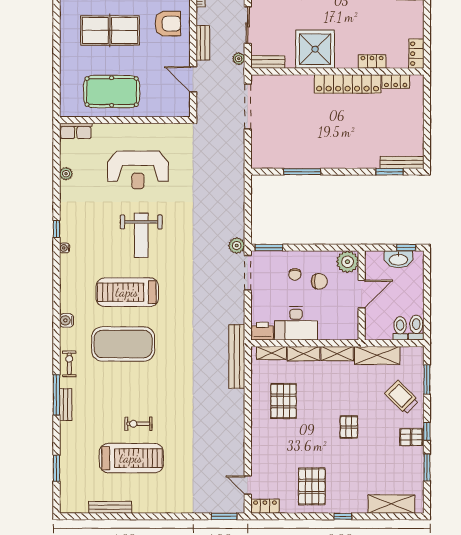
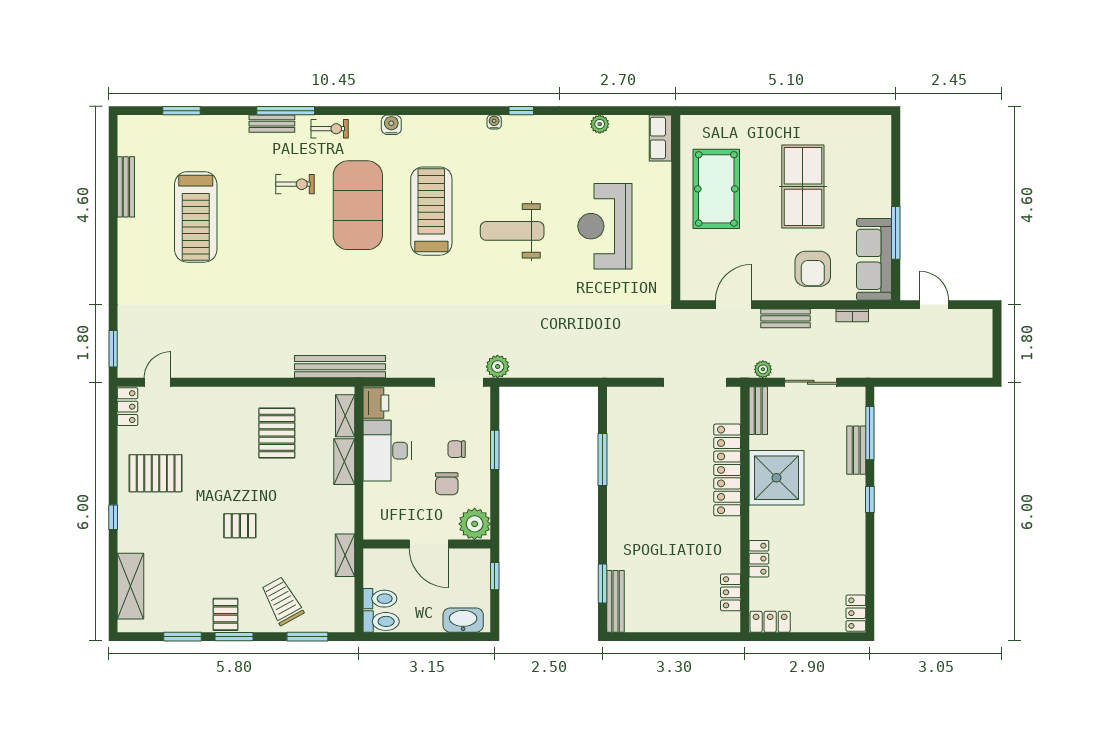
locker: (348, 84) -> (727, 470), moved
window: (269, 248) -> (495, 450), moved
window: (406, 248) -> (495, 576), moved
washbasin: (398, 259) -> (463, 620), moved, turned 90
shelving: (337, 354) -> (344, 509), removed
shelving: (377, 355) -> (345, 555), width x0.67, depth x0.75
trolley: (402, 397) -> (282, 601), turned -74
pallet: (284, 401) -> (277, 433), turned 90
exercise bike: (138, 424) -> (295, 184), moved, turned 90
window: (427, 431) -> (234, 637), width x1.50

